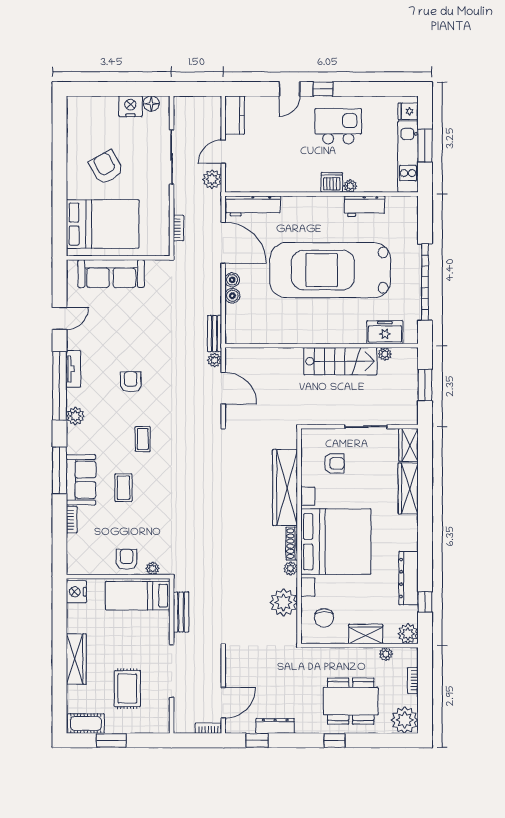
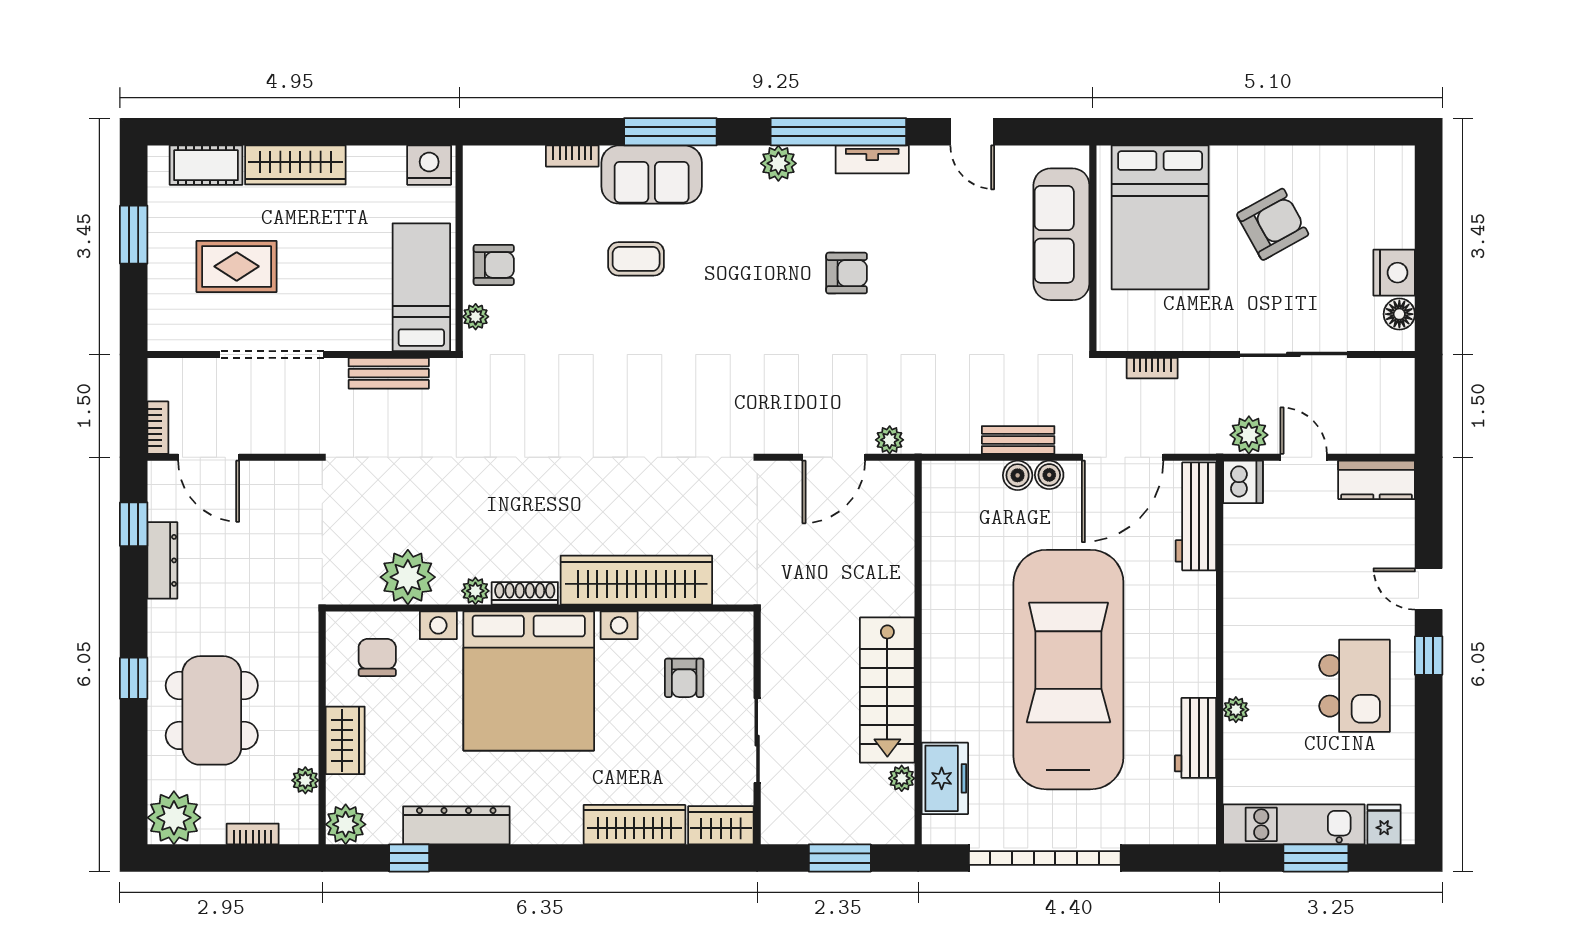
dishwasher: (332, 182) -> (1243, 482), moved
bench: (215, 333) -> (1018, 440), moved
coffee table: (143, 439) -> (733, 297), removed
chair: (324, 618) -> (377, 658), turned 90
cot: (86, 724) -> (206, 165), moved, turned 90

